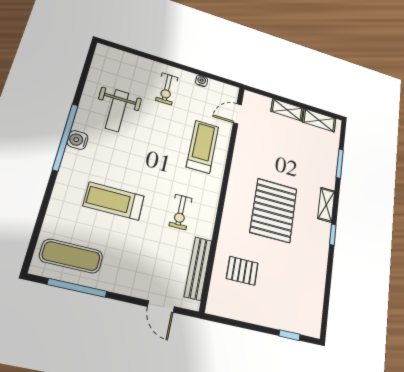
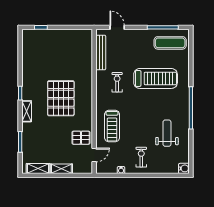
water cooler: (78, 140) -> (184, 168), moved
treadmill: (114, 201) -> (156, 78), width x1.37, depth x1.38
pallet: (242, 271) -> (81, 138), moved

